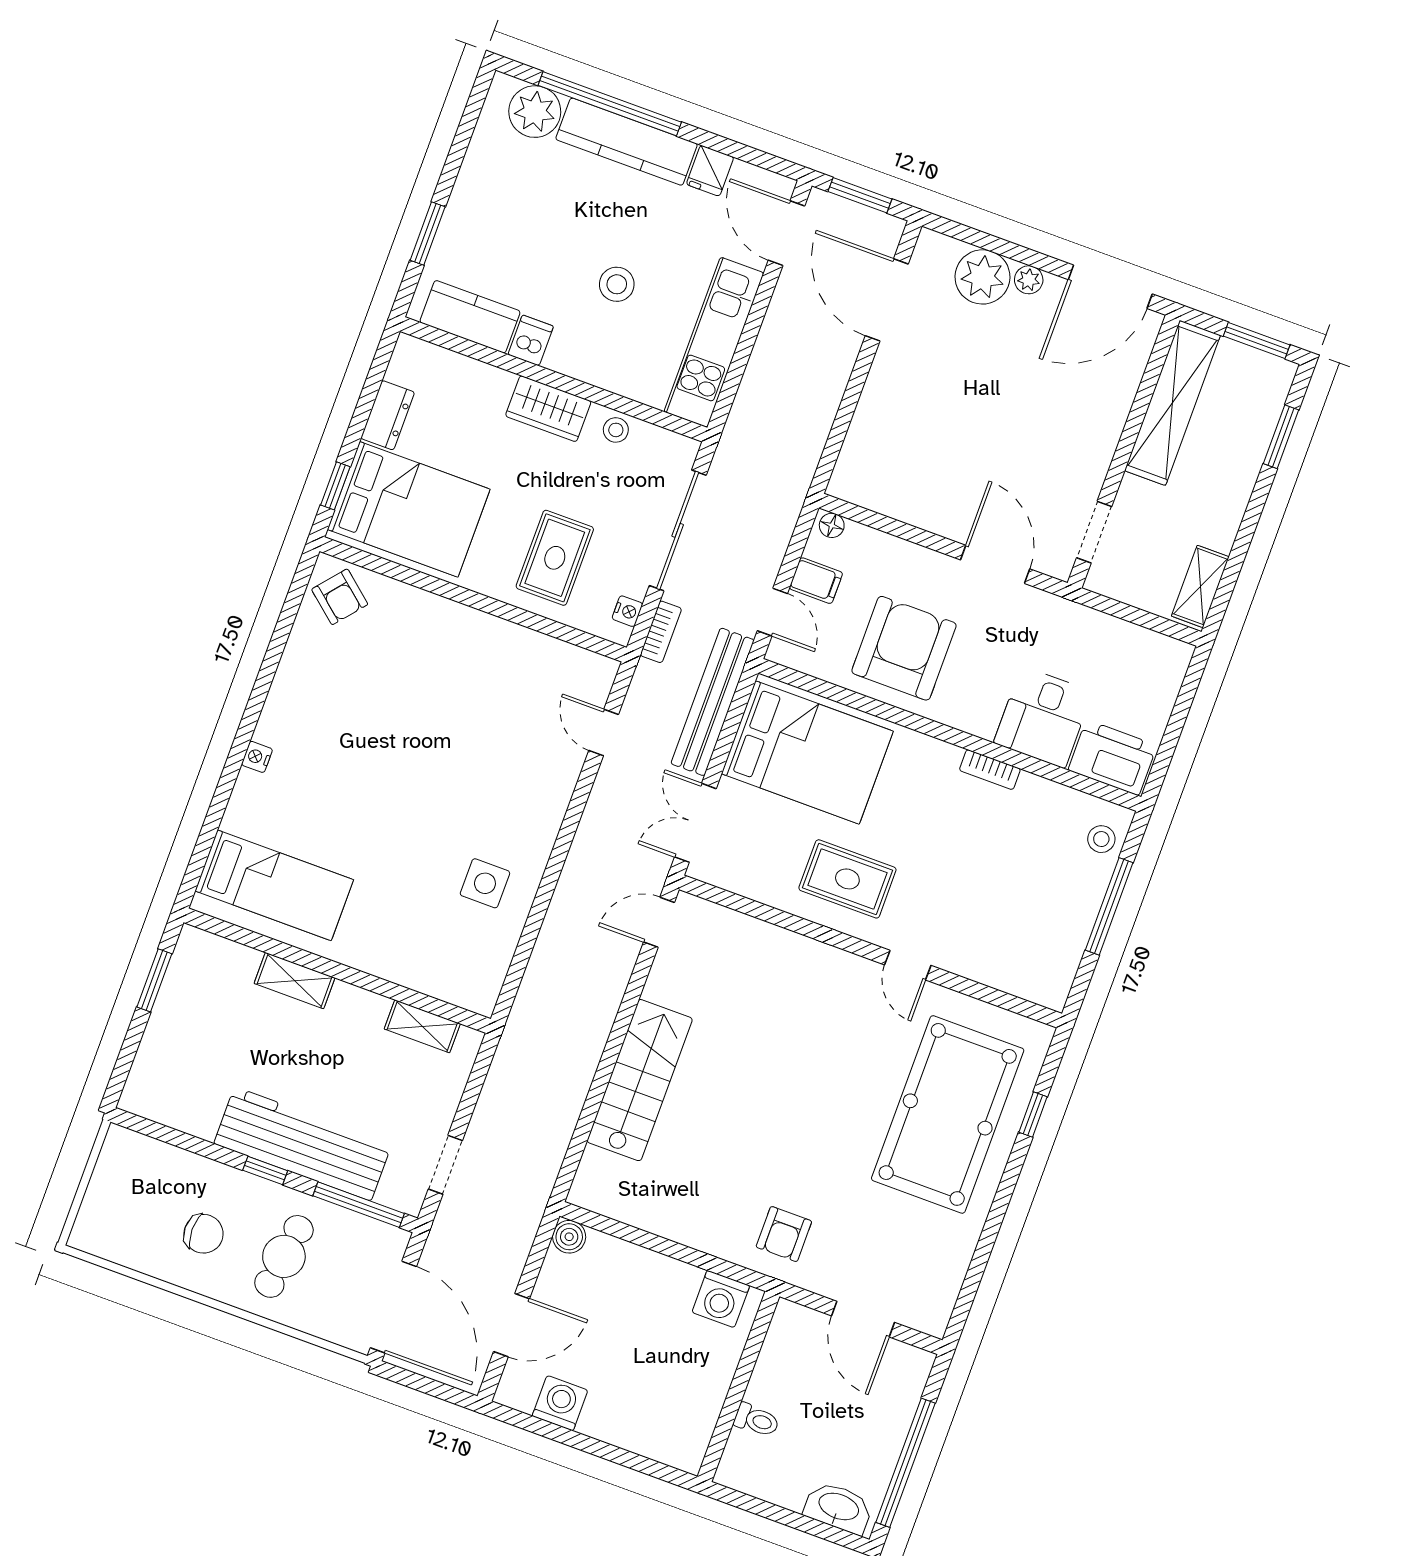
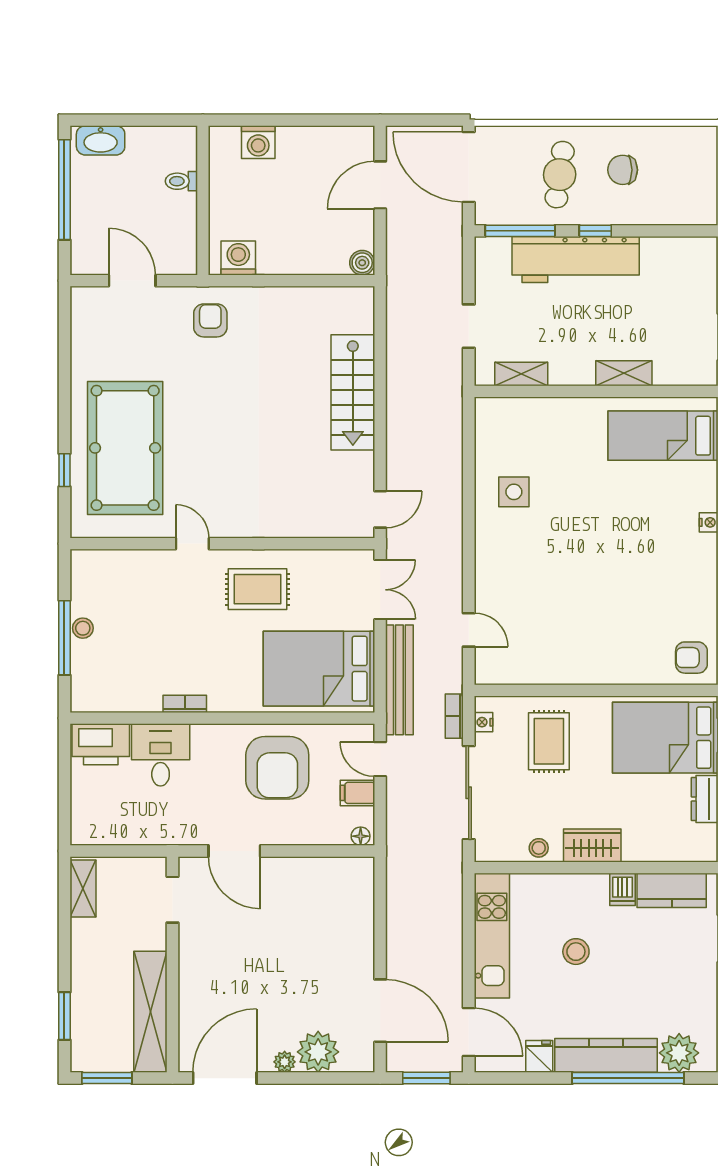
armchair: (340, 597) -> (691, 658), turned -40
stool: (1101, 839) -> (83, 628), moved
doorway: (445, 1165) -> (469, 326), moved
washing machine: (560, 1403) -> (258, 142), moved

